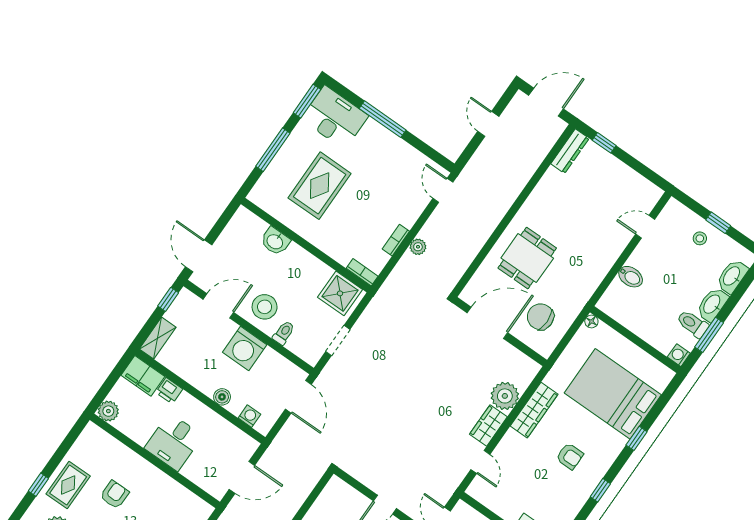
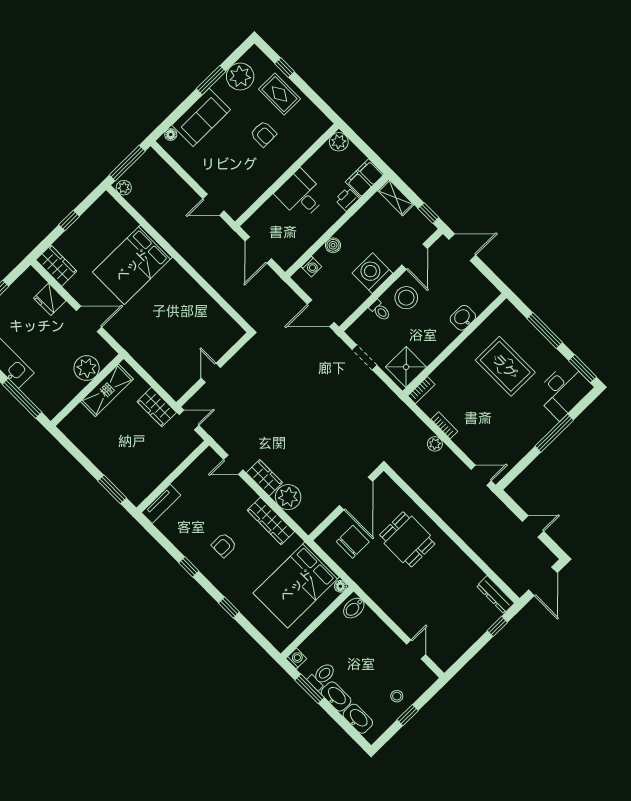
bidet: (631, 277) -> (354, 608), moved
bed: (613, 394) -> (296, 585), moved, turned 180

